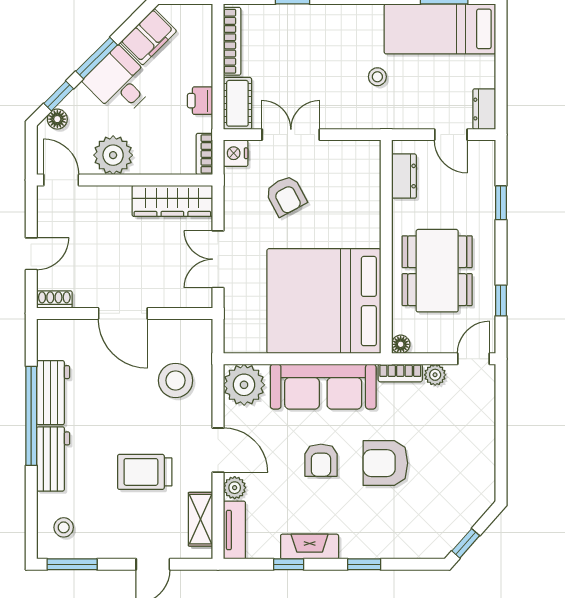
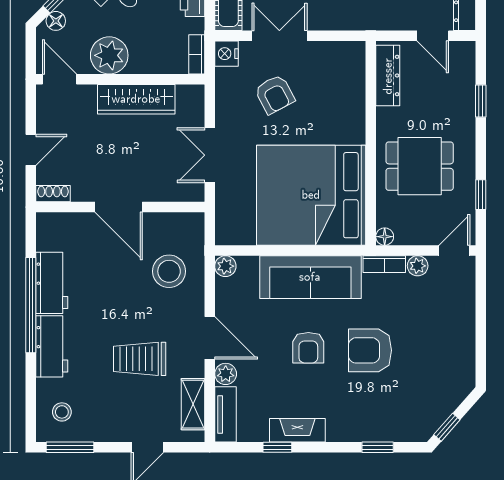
dresser: (404, 176) -> (388, 76), width x1.44
wardrobe: (172, 201) -> (136, 99), moved
dining table: (437, 271) -> (420, 166), width x0.73
plant: (244, 385) -> (225, 266), width x0.53, depth x0.53
window: (364, 564) -> (378, 447), moved

